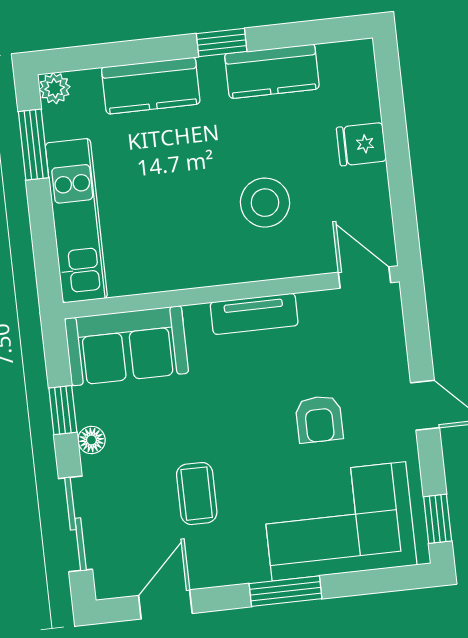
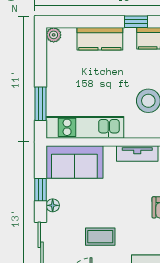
window: (34, 145) -> (41, 104), moved
kitchen unit: (76, 221) -> (85, 127), moved, turned -90
coffee table: (197, 494) -> (100, 237), turned 90

